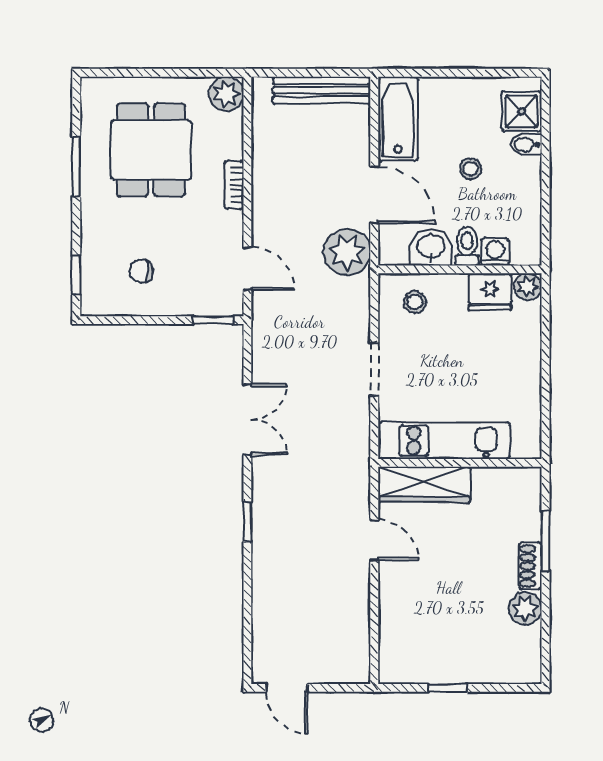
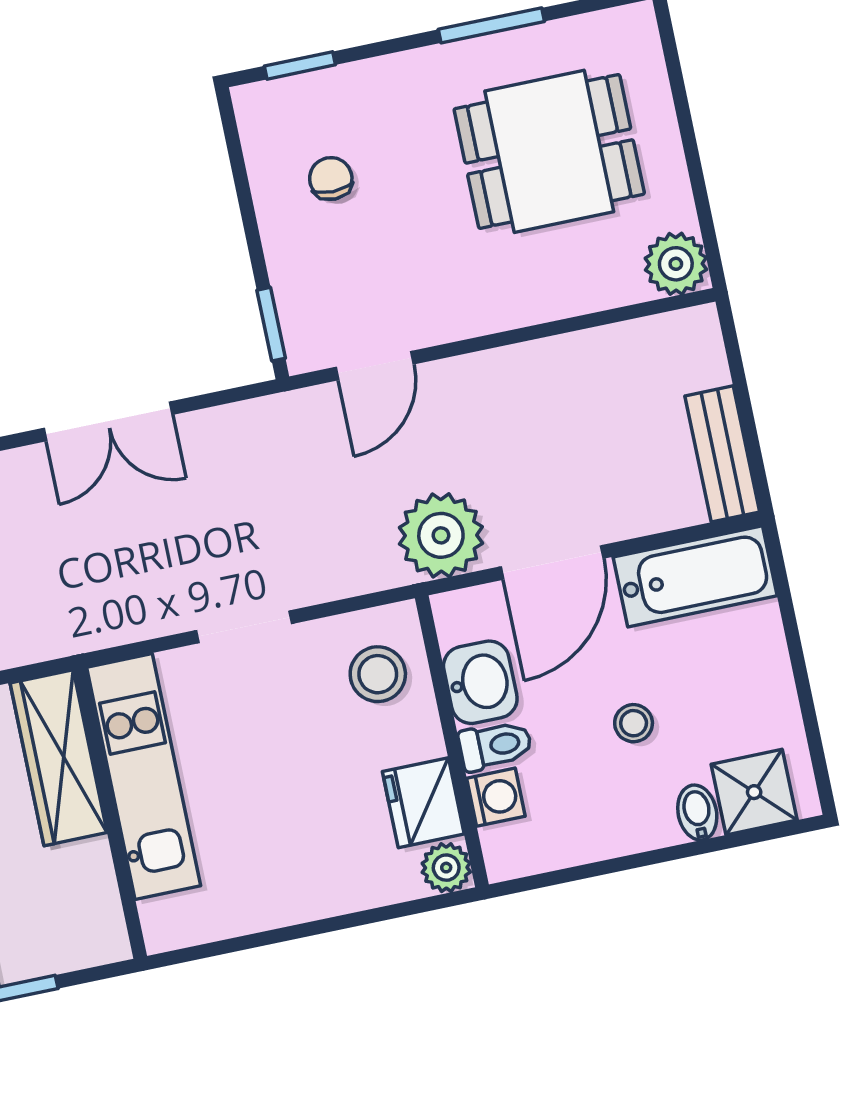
bench: (322, 90) -> (722, 454), width x0.73
bookcase: (234, 185) -> (518, 311), removed
stool: (415, 302) -> (378, 674), width x1.37, depth x1.37

